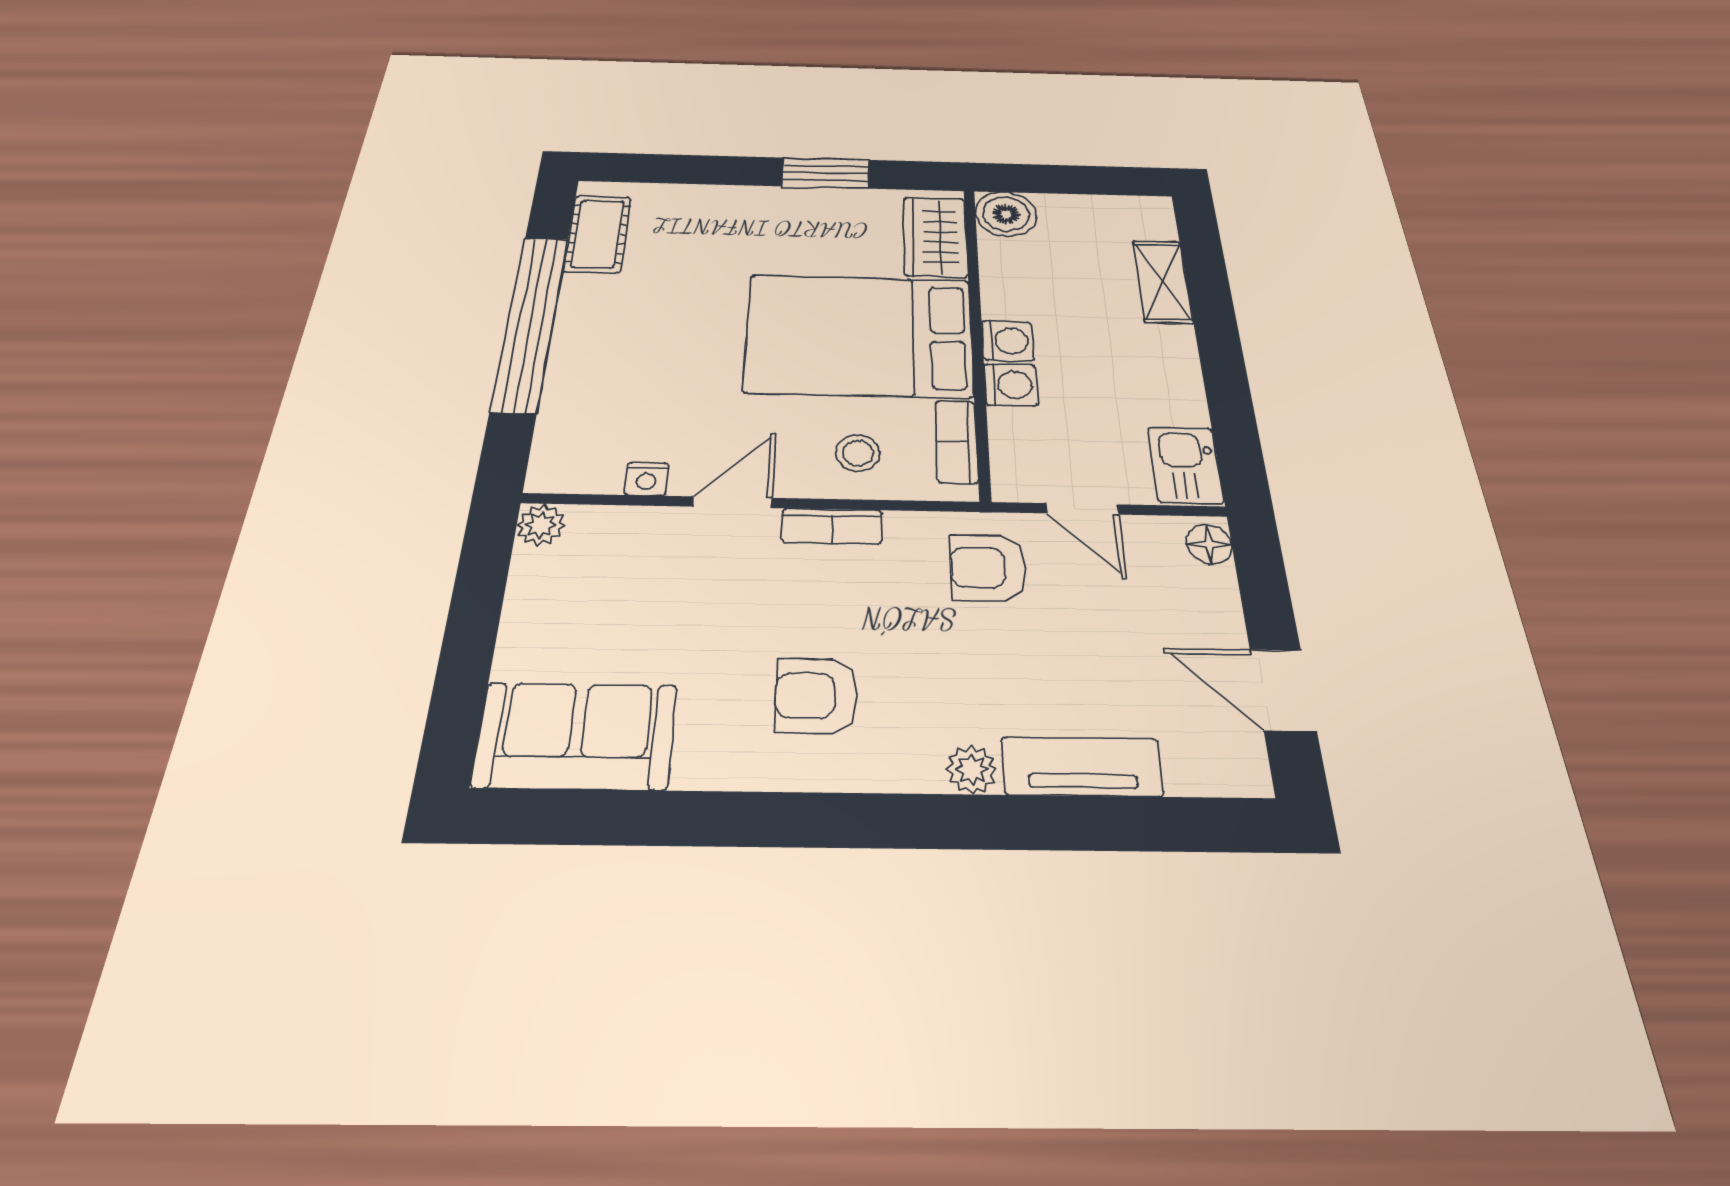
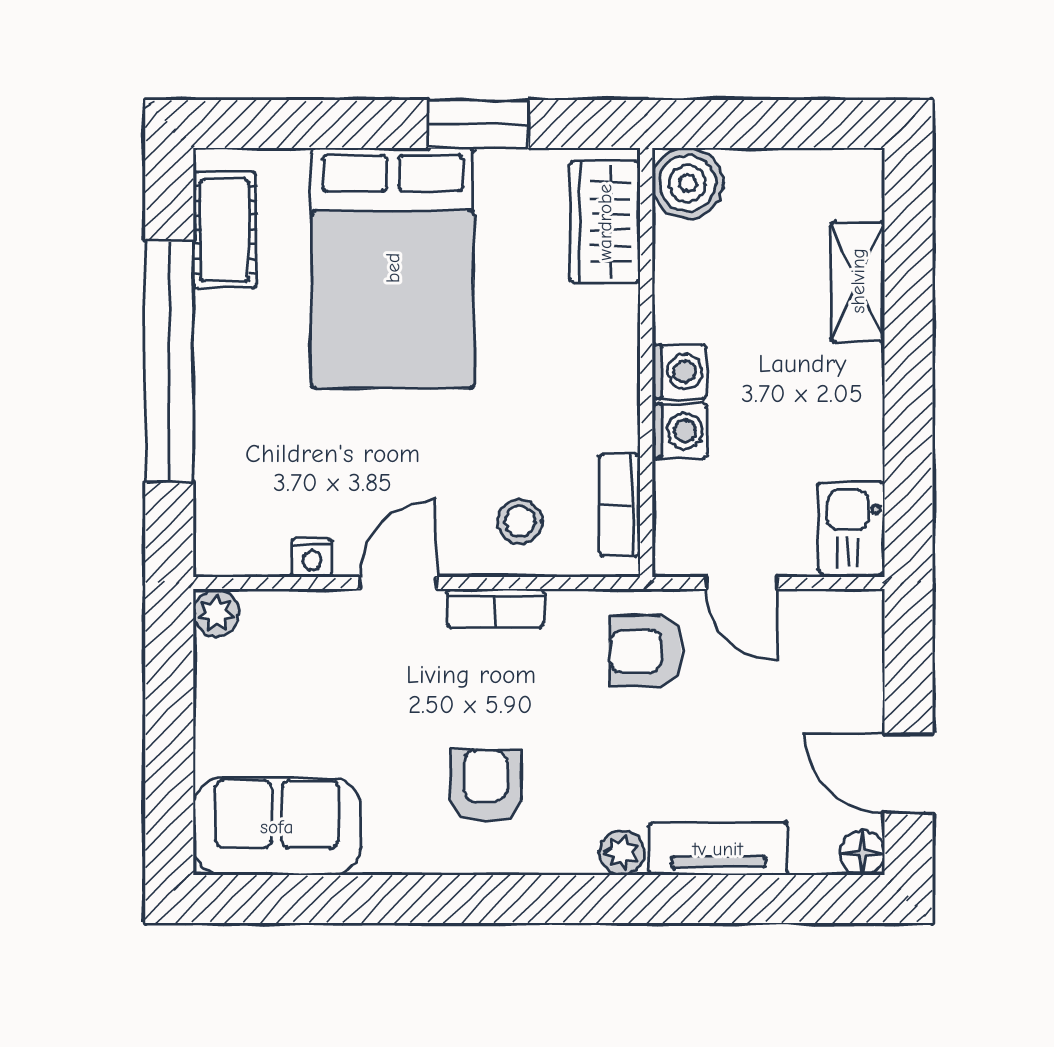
bed: (859, 335) -> (393, 268), moved, turned -90
floor lamp: (1209, 544) -> (862, 853), moved
armchair: (817, 696) -> (485, 786), turned 90

